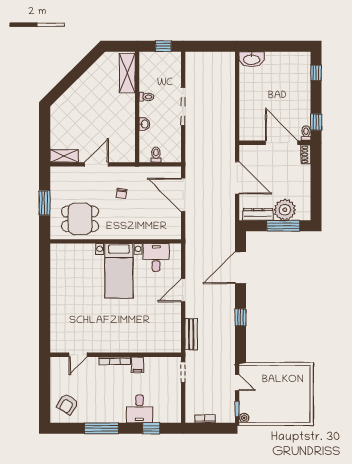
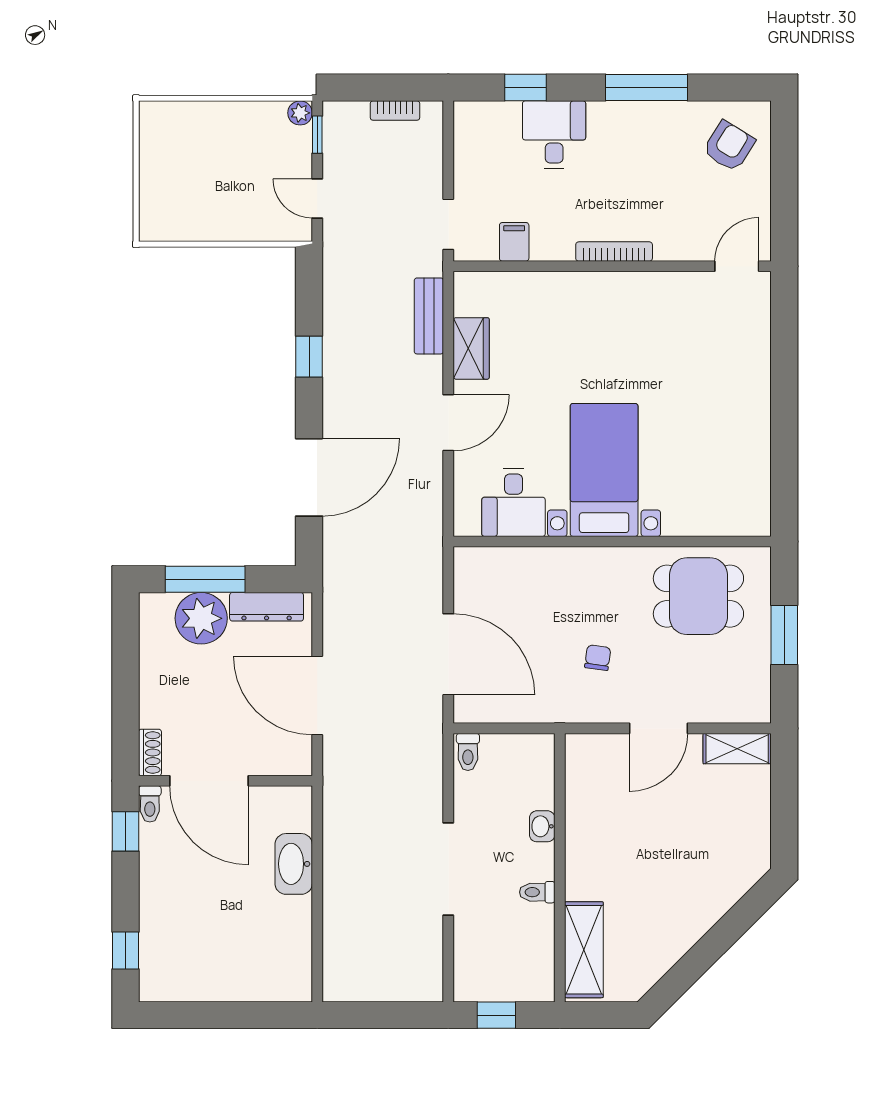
washbasin: (252, 59) -> (294, 864), moved, turned -90
toilet: (156, 155) -> (468, 752), moved
wardrobe: (174, 321) -> (471, 348), added
door: (78, 355) -> (737, 266), moved
filing cabinet: (138, 365) -> (514, 242), moved

